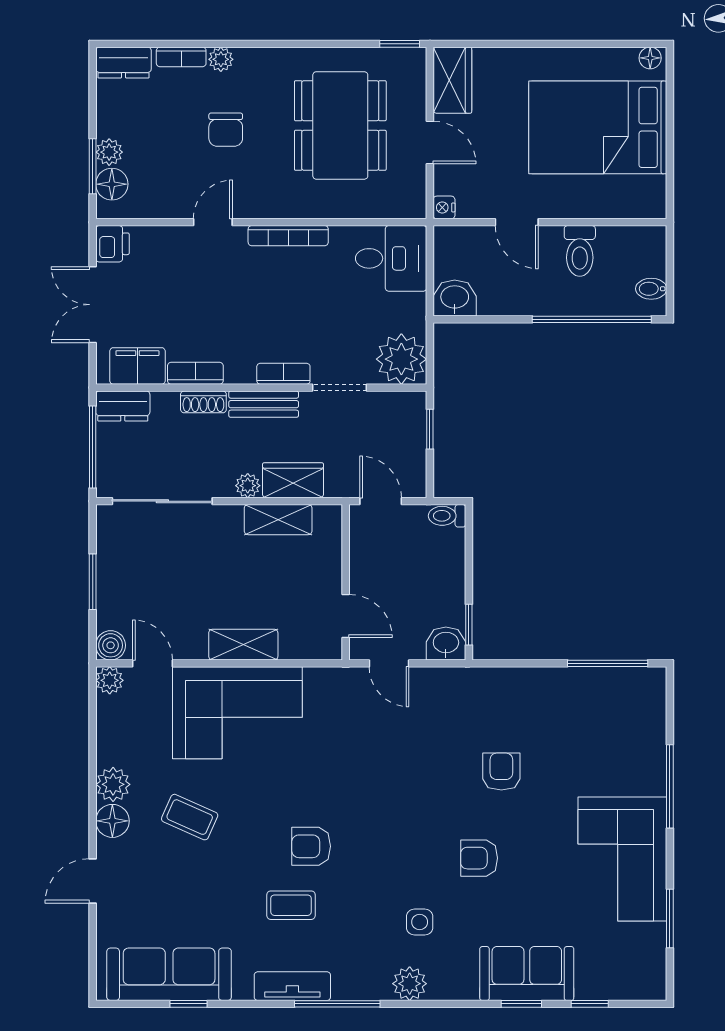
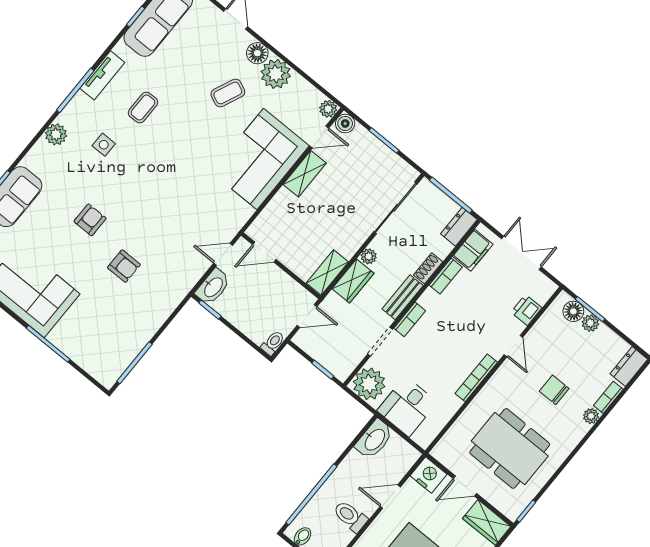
nightstand: (444, 207) -> (429, 475), width x1.89, depth x1.79
printer: (112, 244) -> (526, 310), moved, turned 90
desk: (391, 258) -> (407, 407), moved
washbasin: (455, 298) -> (374, 439), width x1.38
shelving: (278, 520) -> (327, 272), moved
washbasin: (446, 643) -> (213, 287), width x1.38
shelving: (243, 645) -> (305, 174), moved
plant: (113, 784) -> (276, 74), width x1.36, depth x1.36
armchair: (311, 846) -> (164, 141), removed
side table: (420, 922) -> (104, 145), moved

